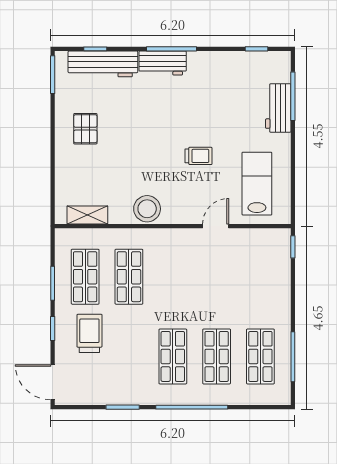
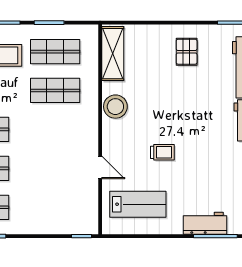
pallet: (85, 129) -> (187, 52), turned 90
trolley: (199, 156) -> (162, 152), turned -90
shelving: (87, 215) -> (113, 54), width x1.50, depth x1.33

